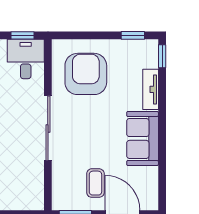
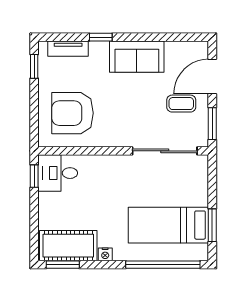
window: (162, 56) -> (101, 37), moved
tv unit: (151, 89) -> (68, 49), moved
sliding door: (48, 128) -> (165, 151), moved

